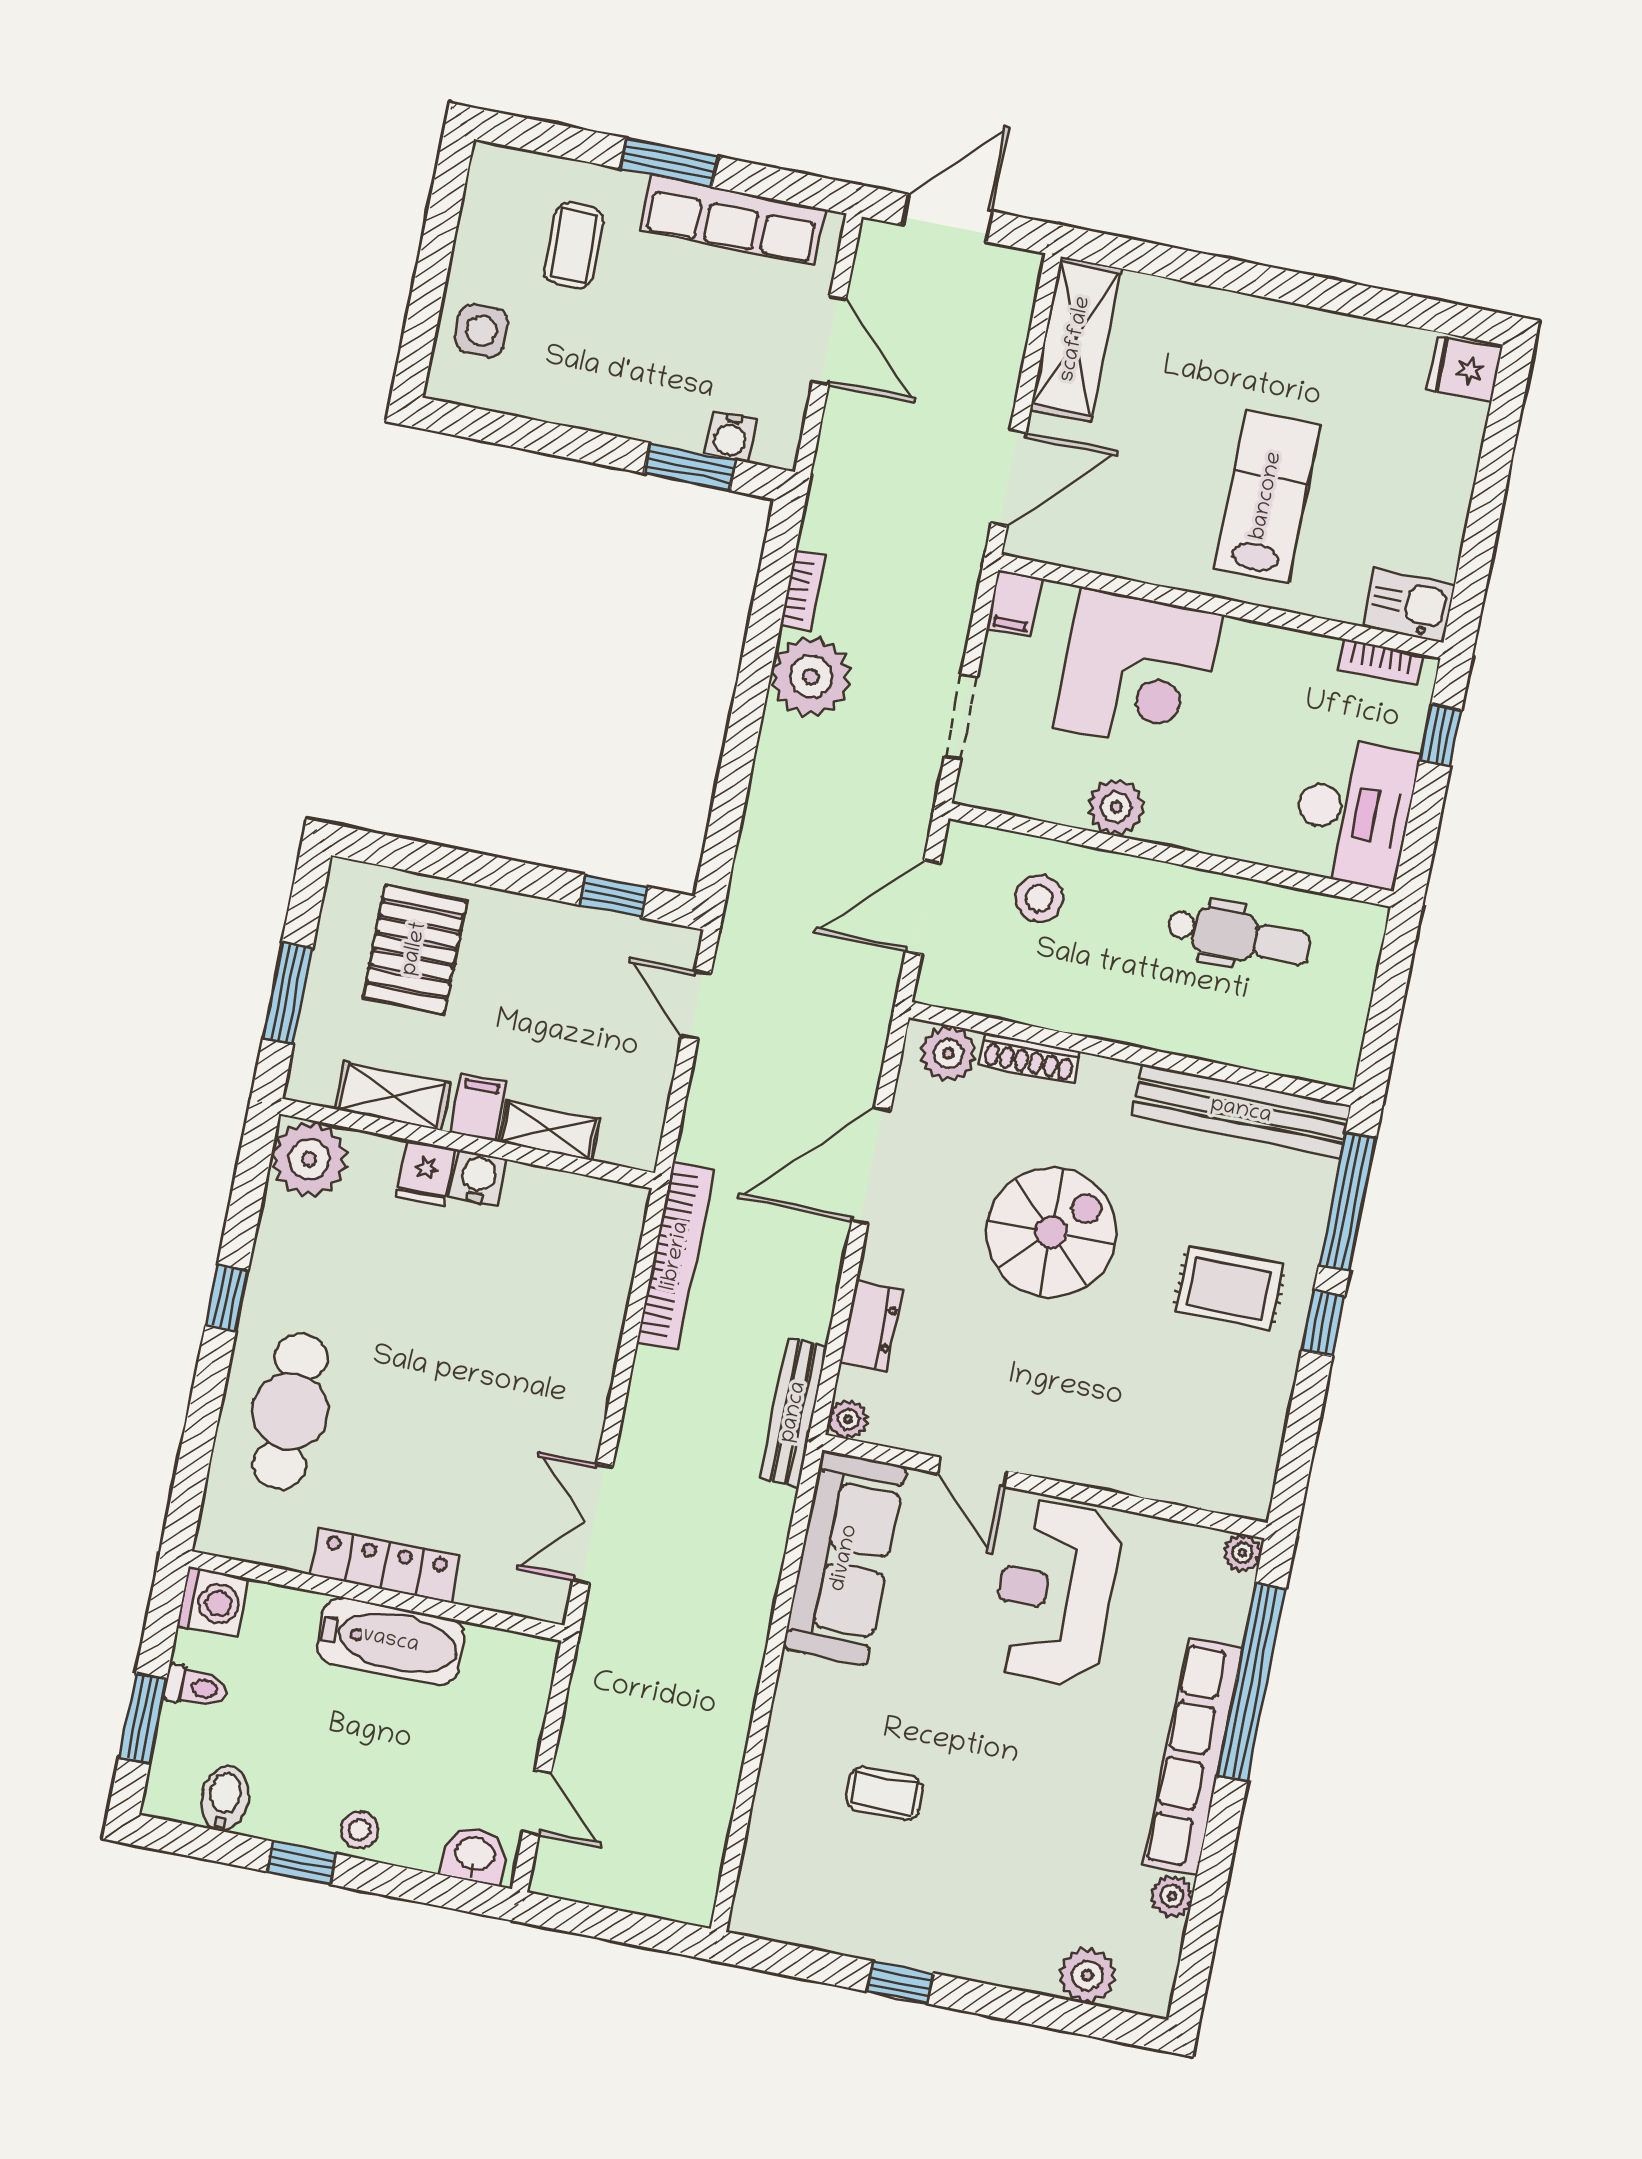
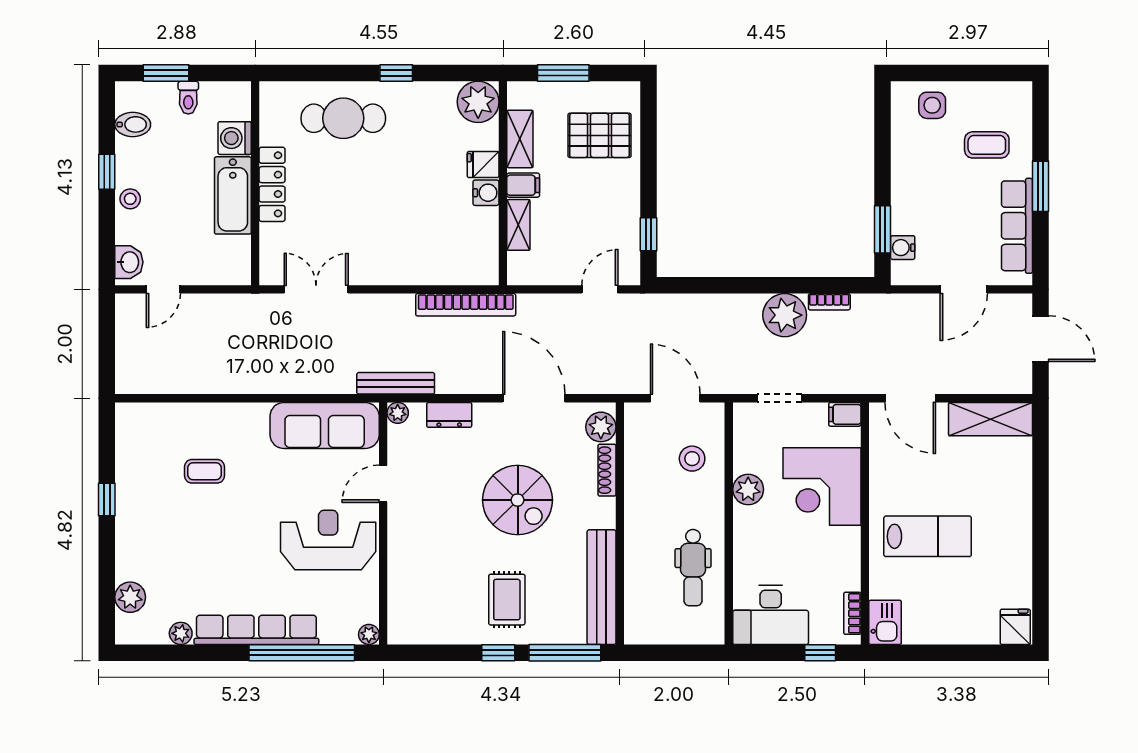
washing machine: (213, 1602) -> (235, 138), moved, turned 90
coffee table: (884, 1794) -> (205, 471), turned 90

